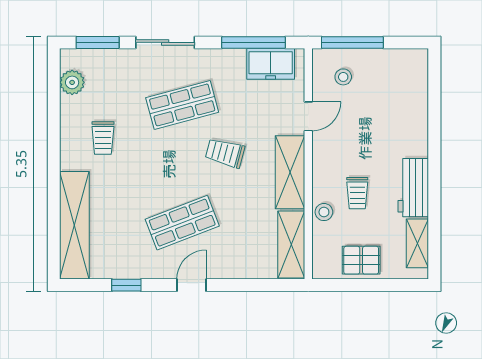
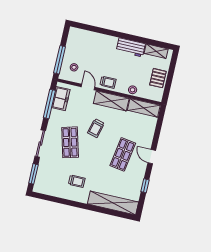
plant: (72, 82) -> (49, 189), removed
trolley: (357, 193) -> (108, 82), moved
shop shelf: (182, 223) -> (123, 154), turned 30

